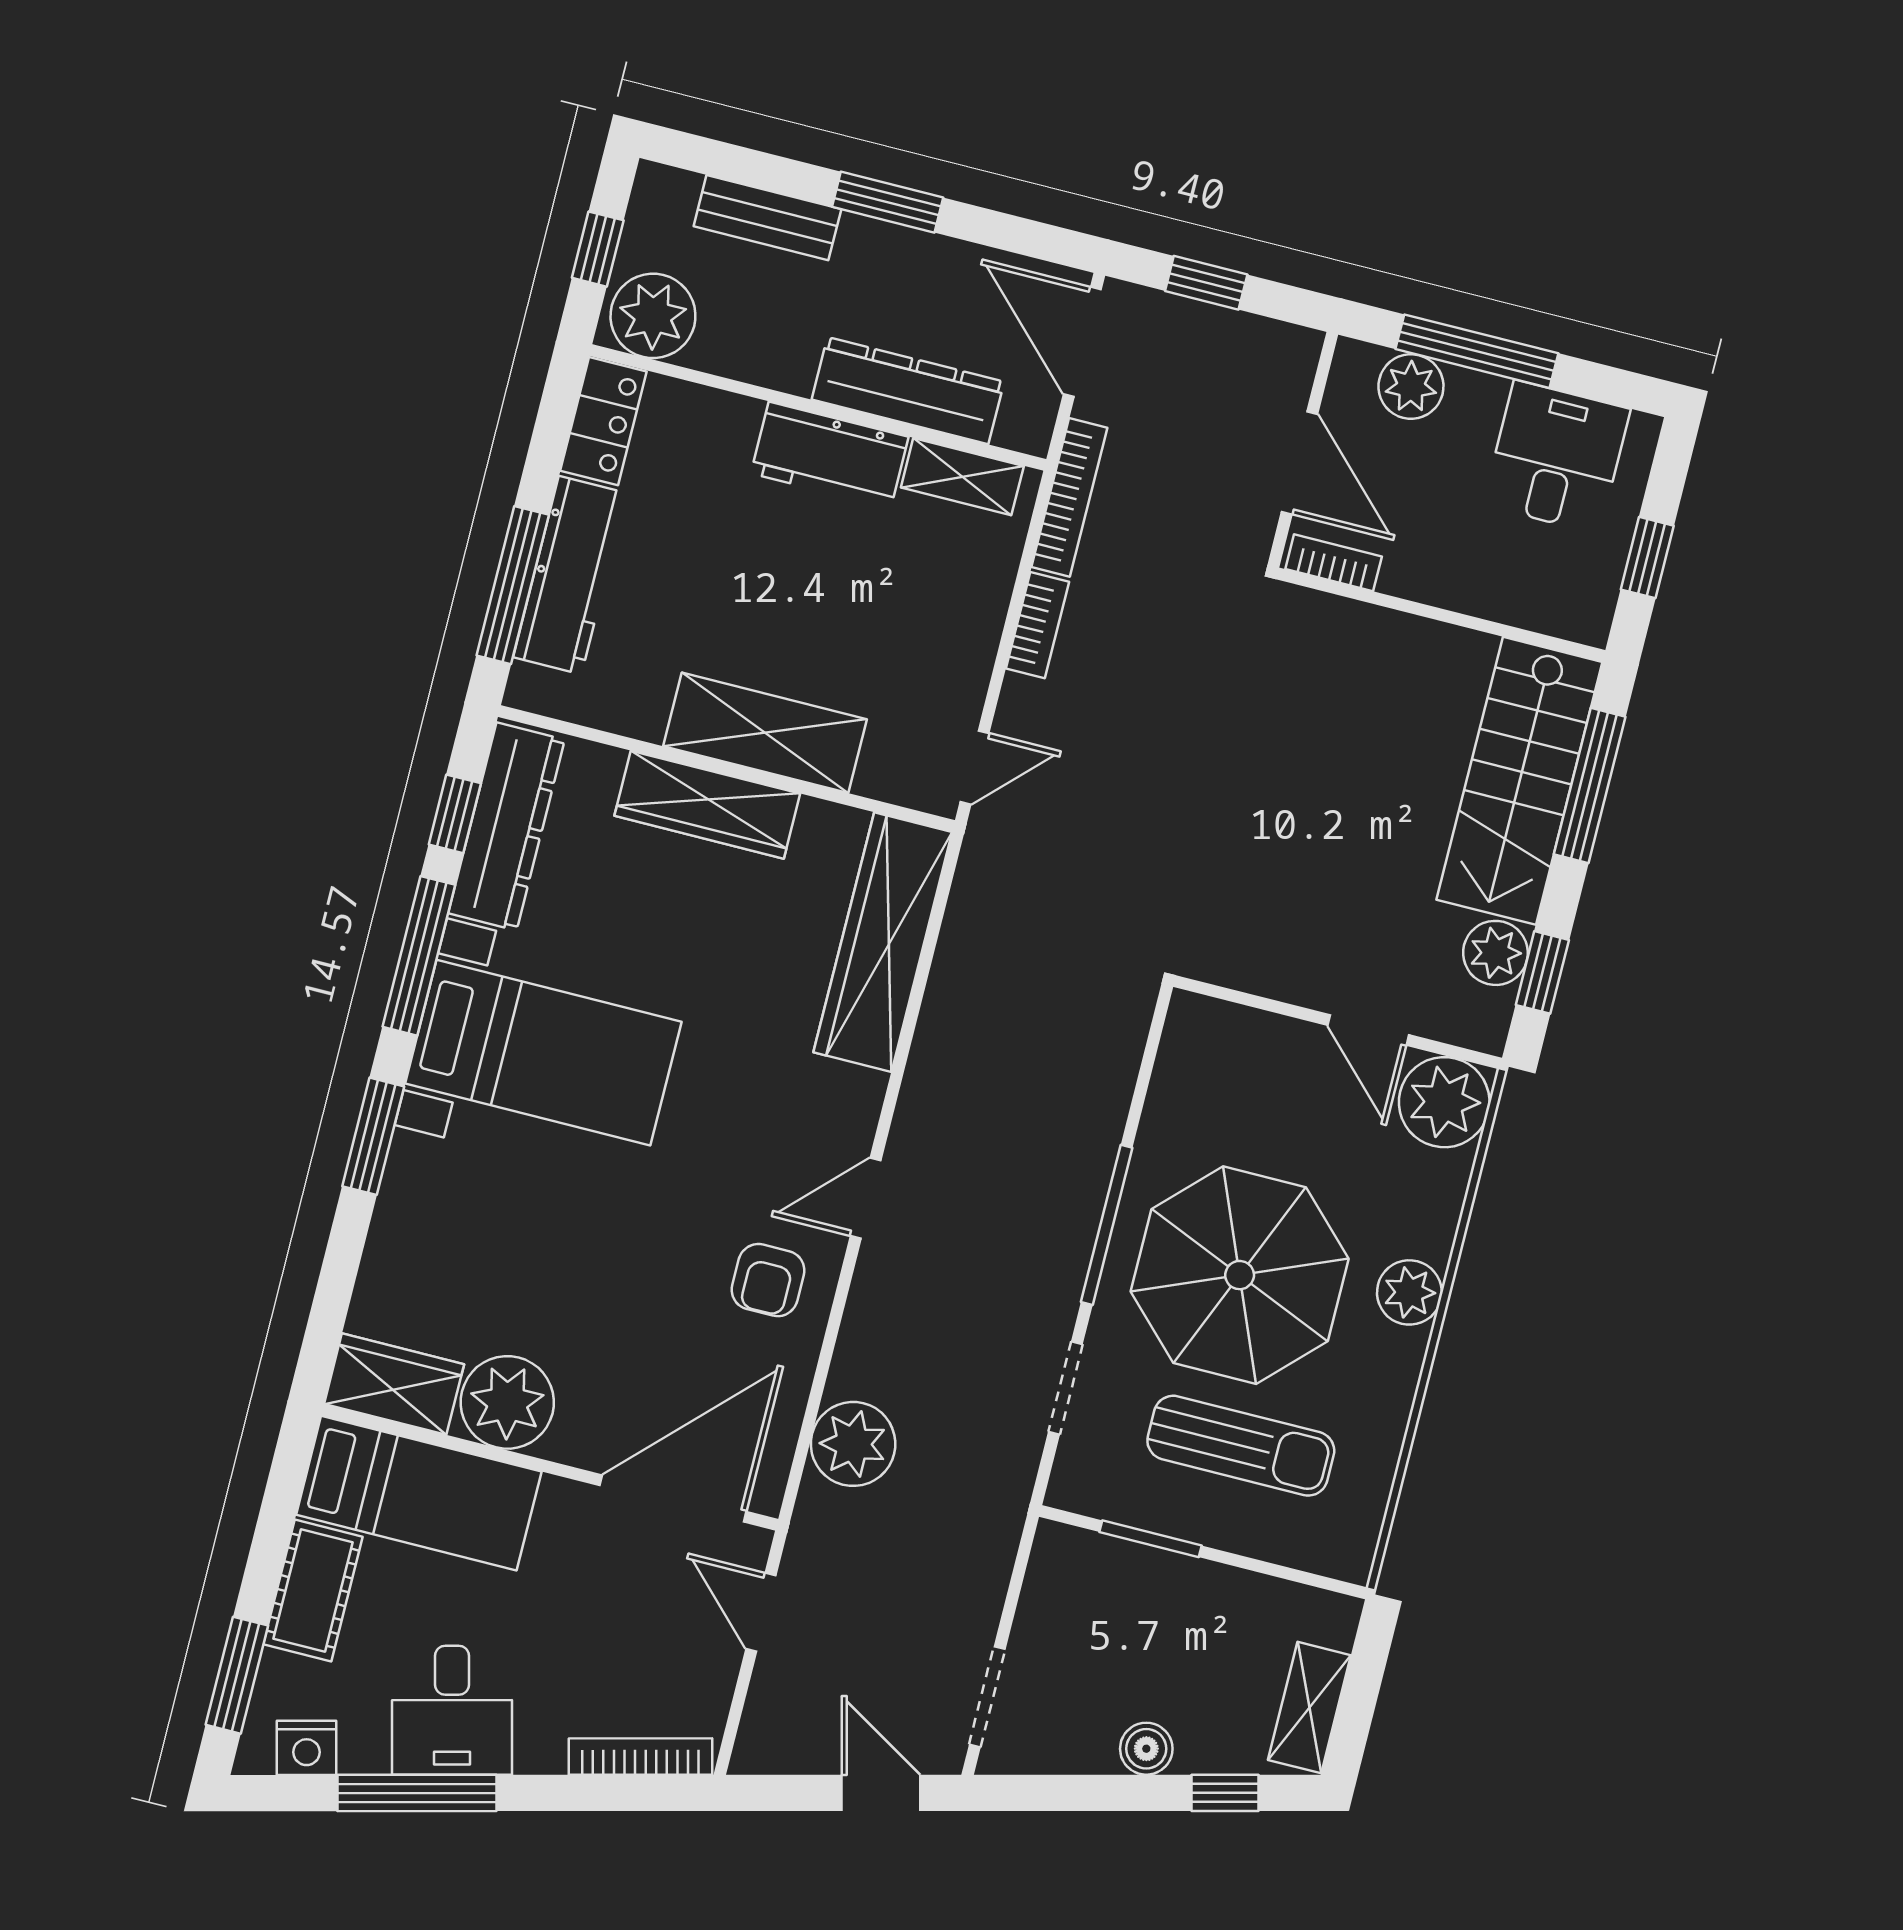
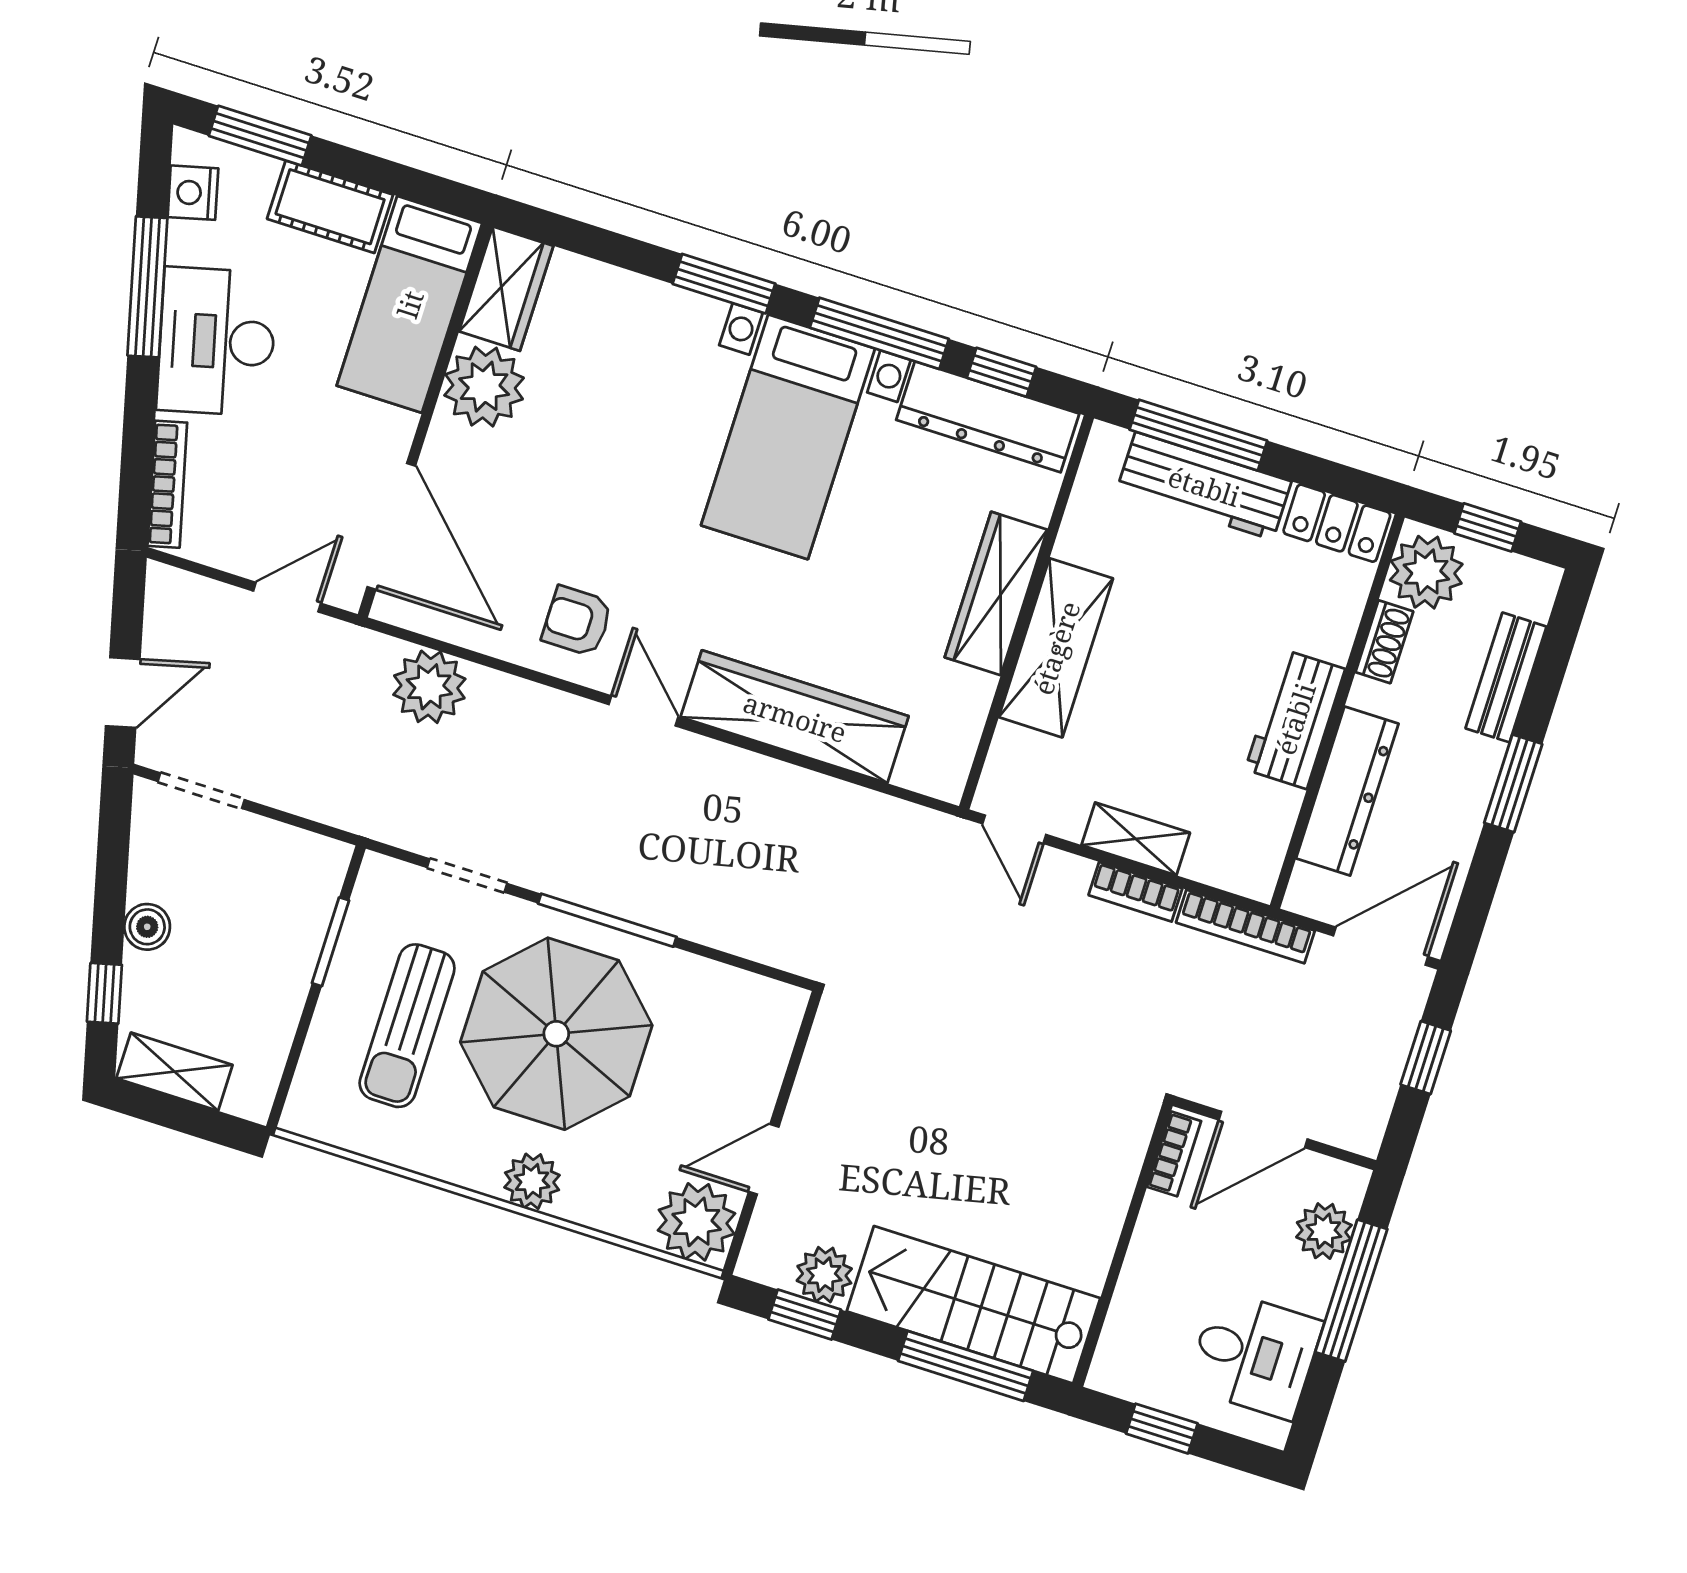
shoe rack: (735, 359) -> (1384, 642), added
shelving: (962, 477) -> (1136, 839), moved, turned 90
wardrobe: (883, 942) -> (795, 717), moved
desk: (452, 1710) -> (217, 341), width x1.37

